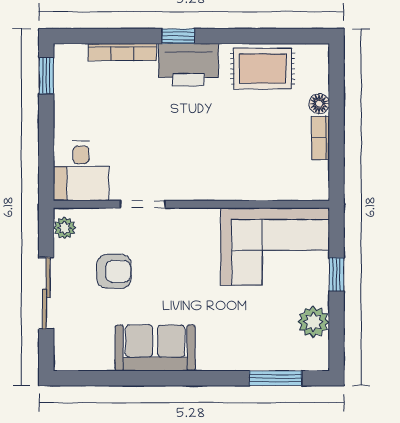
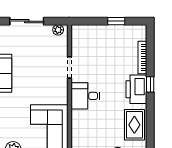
window: (46, 76) -> (116, 21), moved
desk: (81, 171) -> (85, 96), moved
armchair: (114, 271) -> (37, 54), removed

